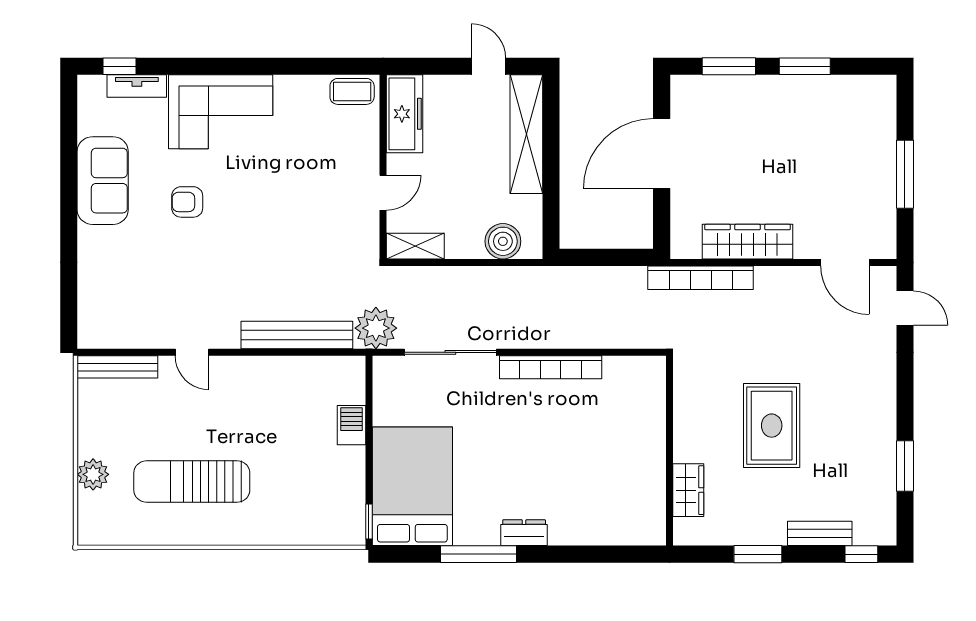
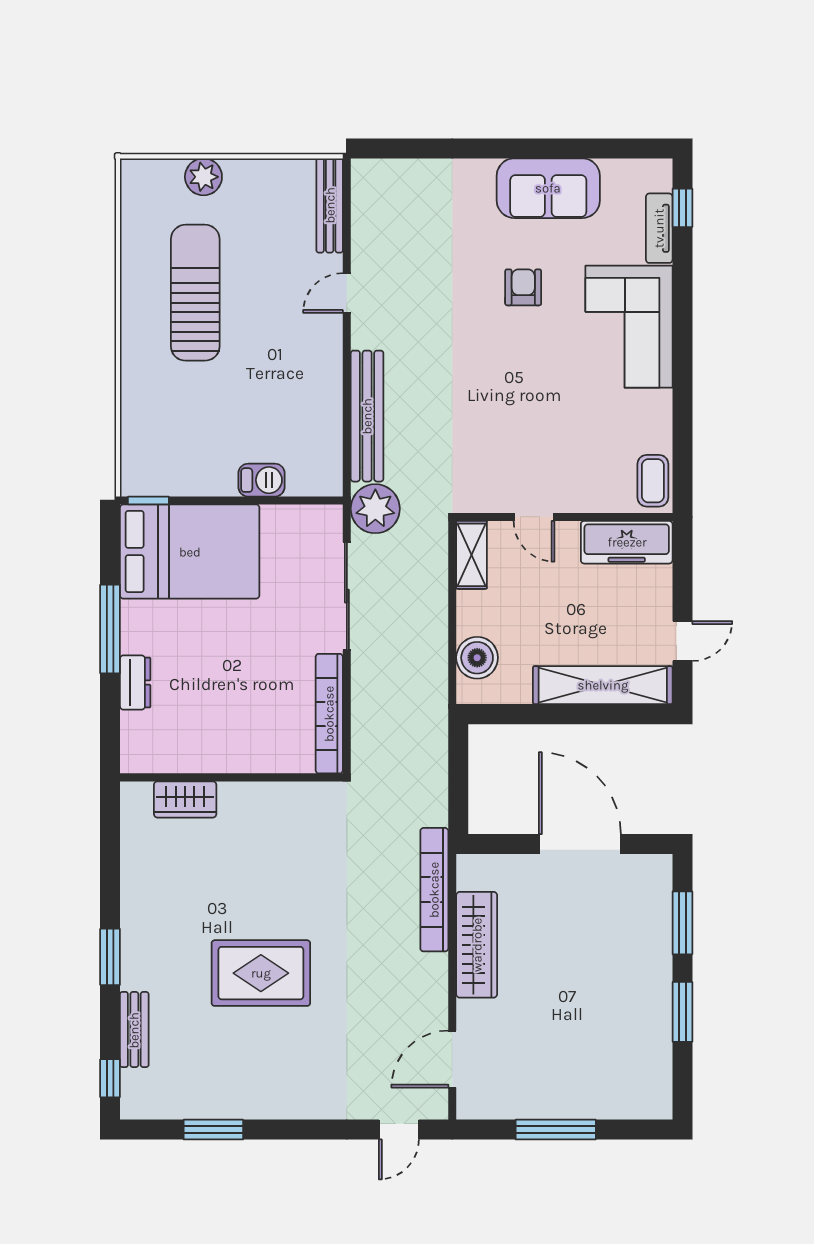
wall: (670, 451) -> (231, 777), moved
wardrobe: (688, 490) -> (185, 799), moved

